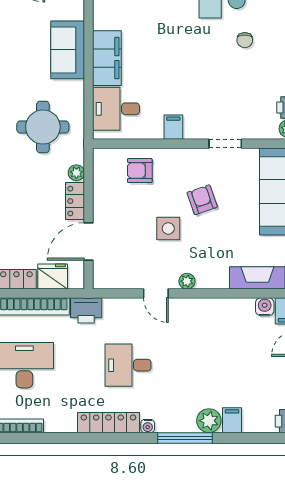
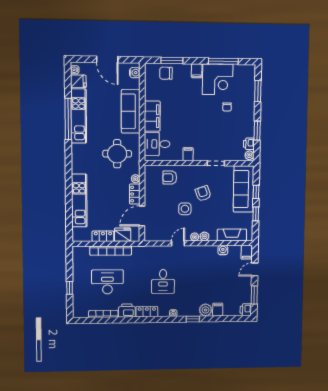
sofa: (68, 50) -> (131, 111), width x1.36
plant: (205, 280) -> (204, 236), added
door: (156, 293) -> (178, 243), swing flipped
water cooler: (265, 307) -> (223, 250), moved
printer: (86, 310) -> (127, 311), moved, turned 180
desk: (128, 365) -> (163, 281), turned -90
locker: (108, 423) -> (147, 312), width x0.66
window: (185, 438) -> (193, 319), width x0.46

